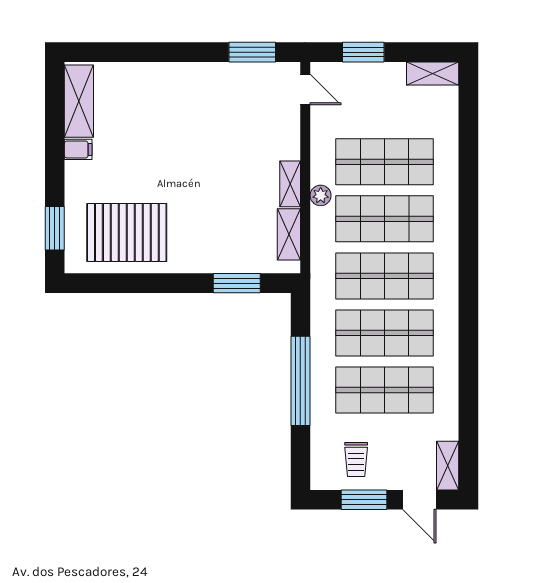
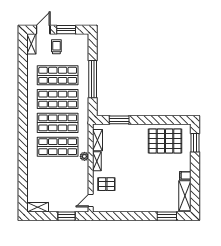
window: (252, 52) -> (167, 216), moved
door: (305, 90) -> (91, 201), hinge flipped
pallet: (267, 129) -> (106, 184), added
shop shelf: (384, 162) -> (58, 170), removed
trolley: (356, 459) -> (56, 47), moved
door: (419, 500) -> (43, 30), hinge flipped

